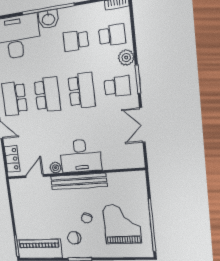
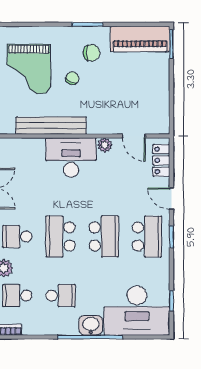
school desk: (47, 95) -> (104, 236), turned 180
door: (35, 176) -> (134, 136), hinge flipped
bench: (79, 181) -> (51, 126), moved

